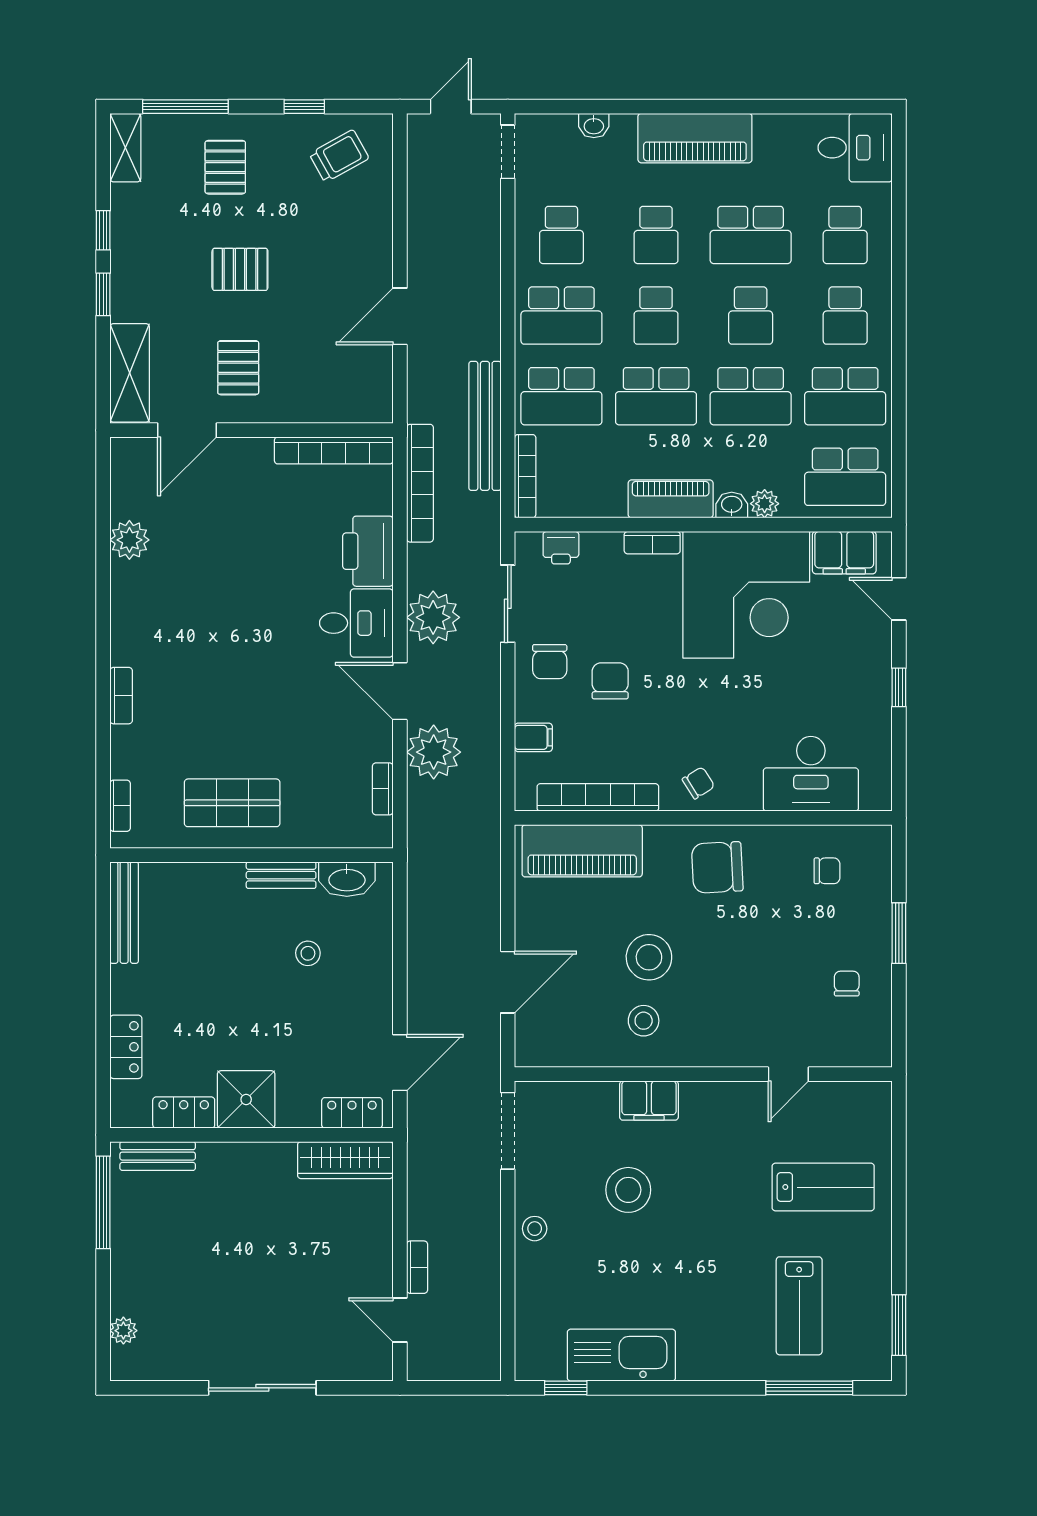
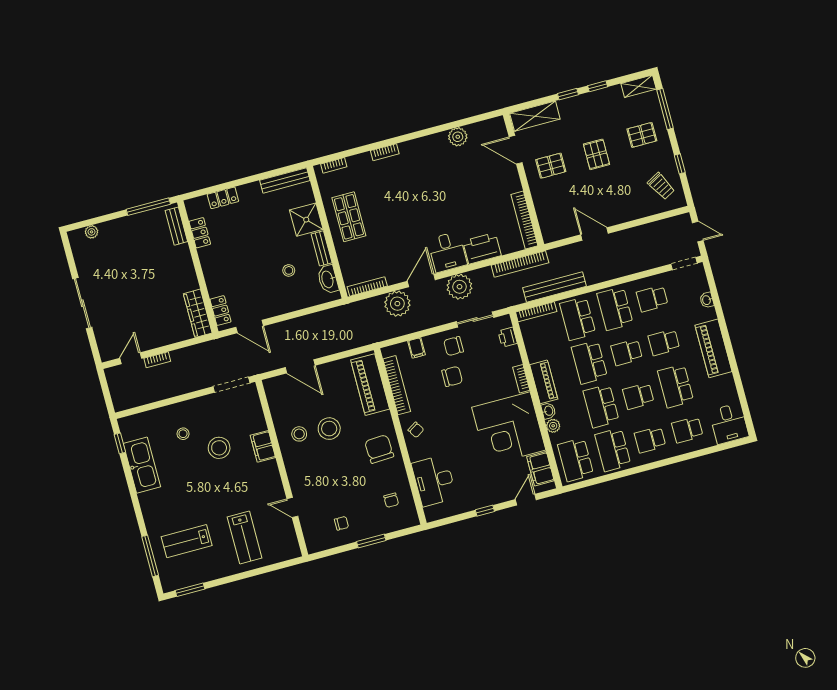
bookcase: (383, 789) -> (367, 286), width x1.56
shower: (246, 1099) -> (306, 220), moved
stool: (535, 1229) -> (183, 434), moved

